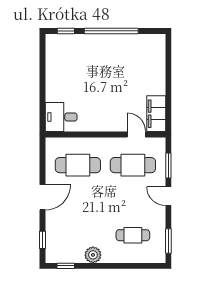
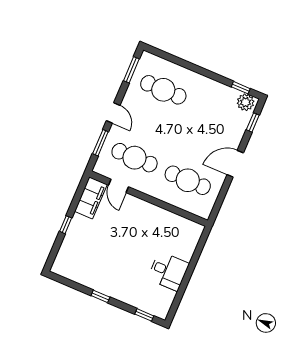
window: (111, 31) -> (100, 296), width x0.32
window: (168, 81) -> (66, 225), added
desk: (61, 117) -> (168, 271), moved
cafe table: (133, 235) -> (163, 90), width x1.37, depth x1.35
plant: (93, 255) -> (246, 102), moved

